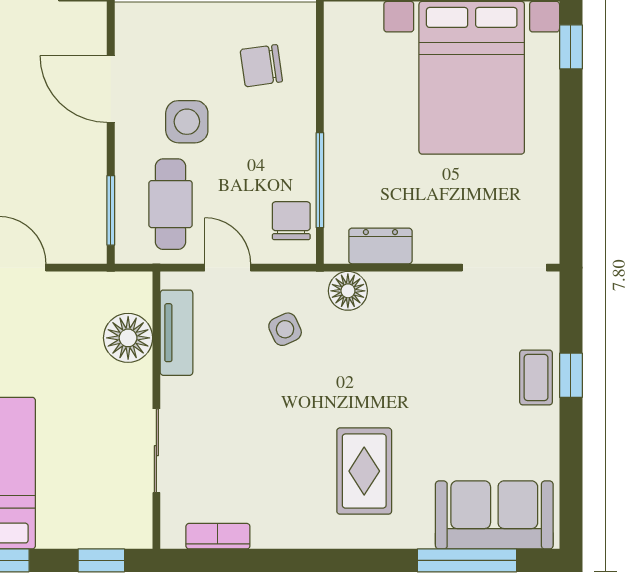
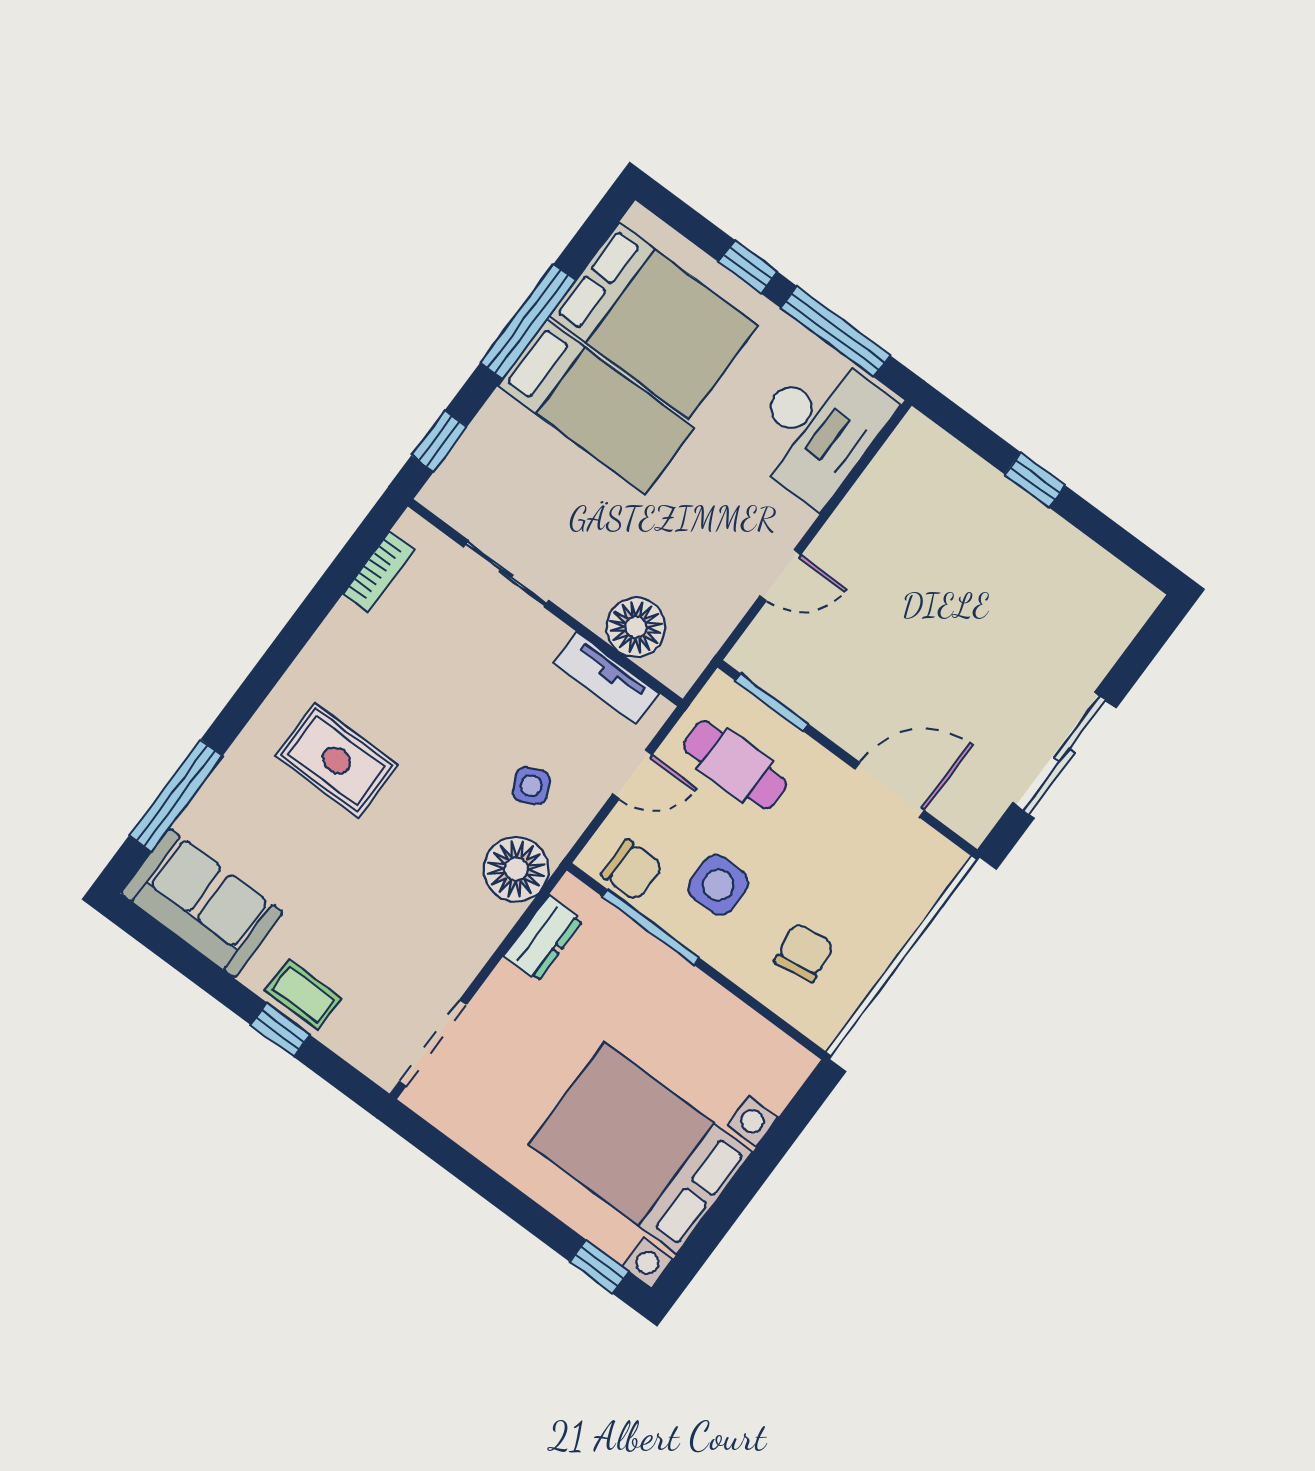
side table: (187, 122) -> (718, 885), moved
floor lamp: (348, 291) -> (516, 869), width x1.38, depth x1.38
sofa: (494, 515) -> (202, 903), moved, turned -90

